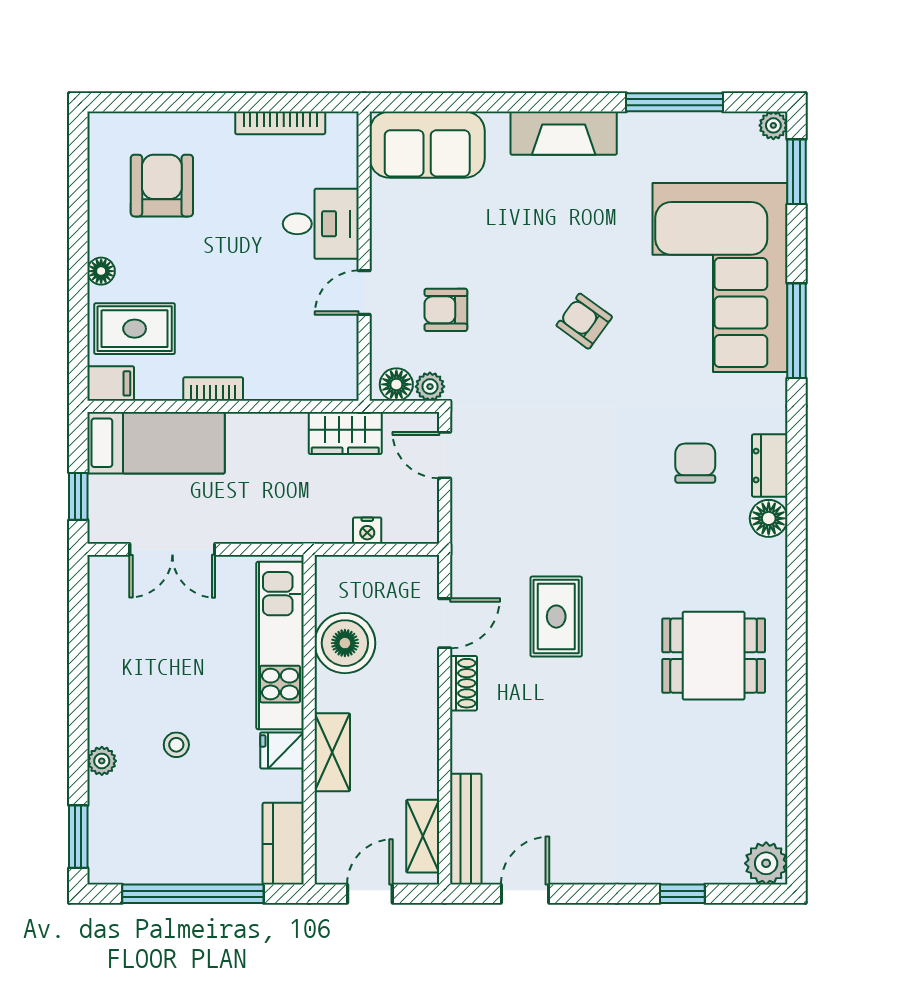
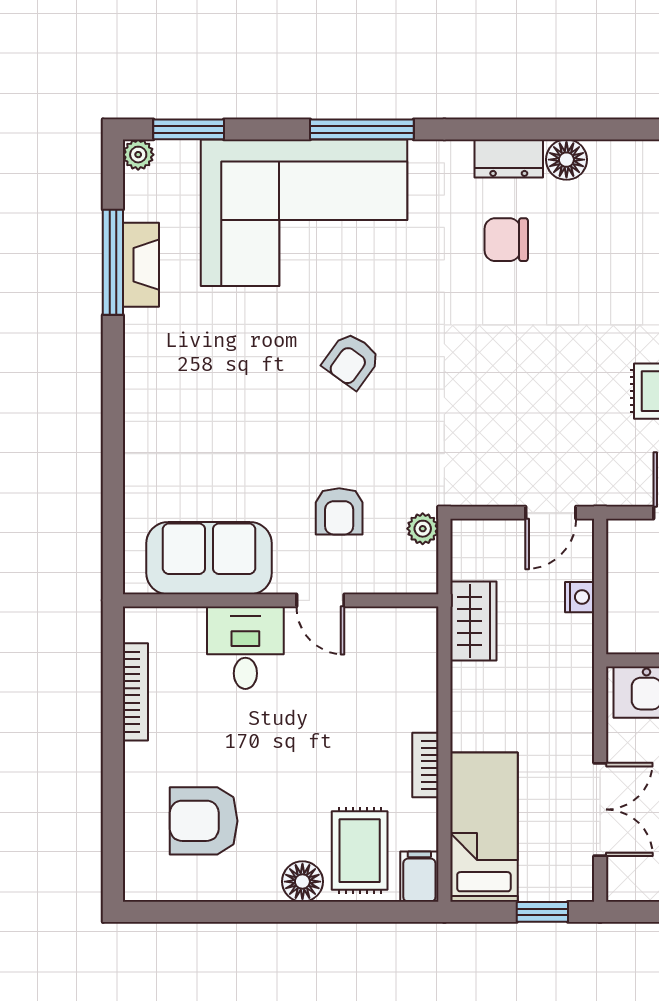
fireplace: (564, 133) -> (141, 265), moved, width x0.73, depth x0.76
sofa: (427, 145) -> (209, 558), moved, turned -90
floor lamp: (101, 271) -> (302, 882), width x1.37, depth x1.37
floor lamp: (396, 384) -> (420, 565), removed
door: (445, 455) -> (551, 513), moved

